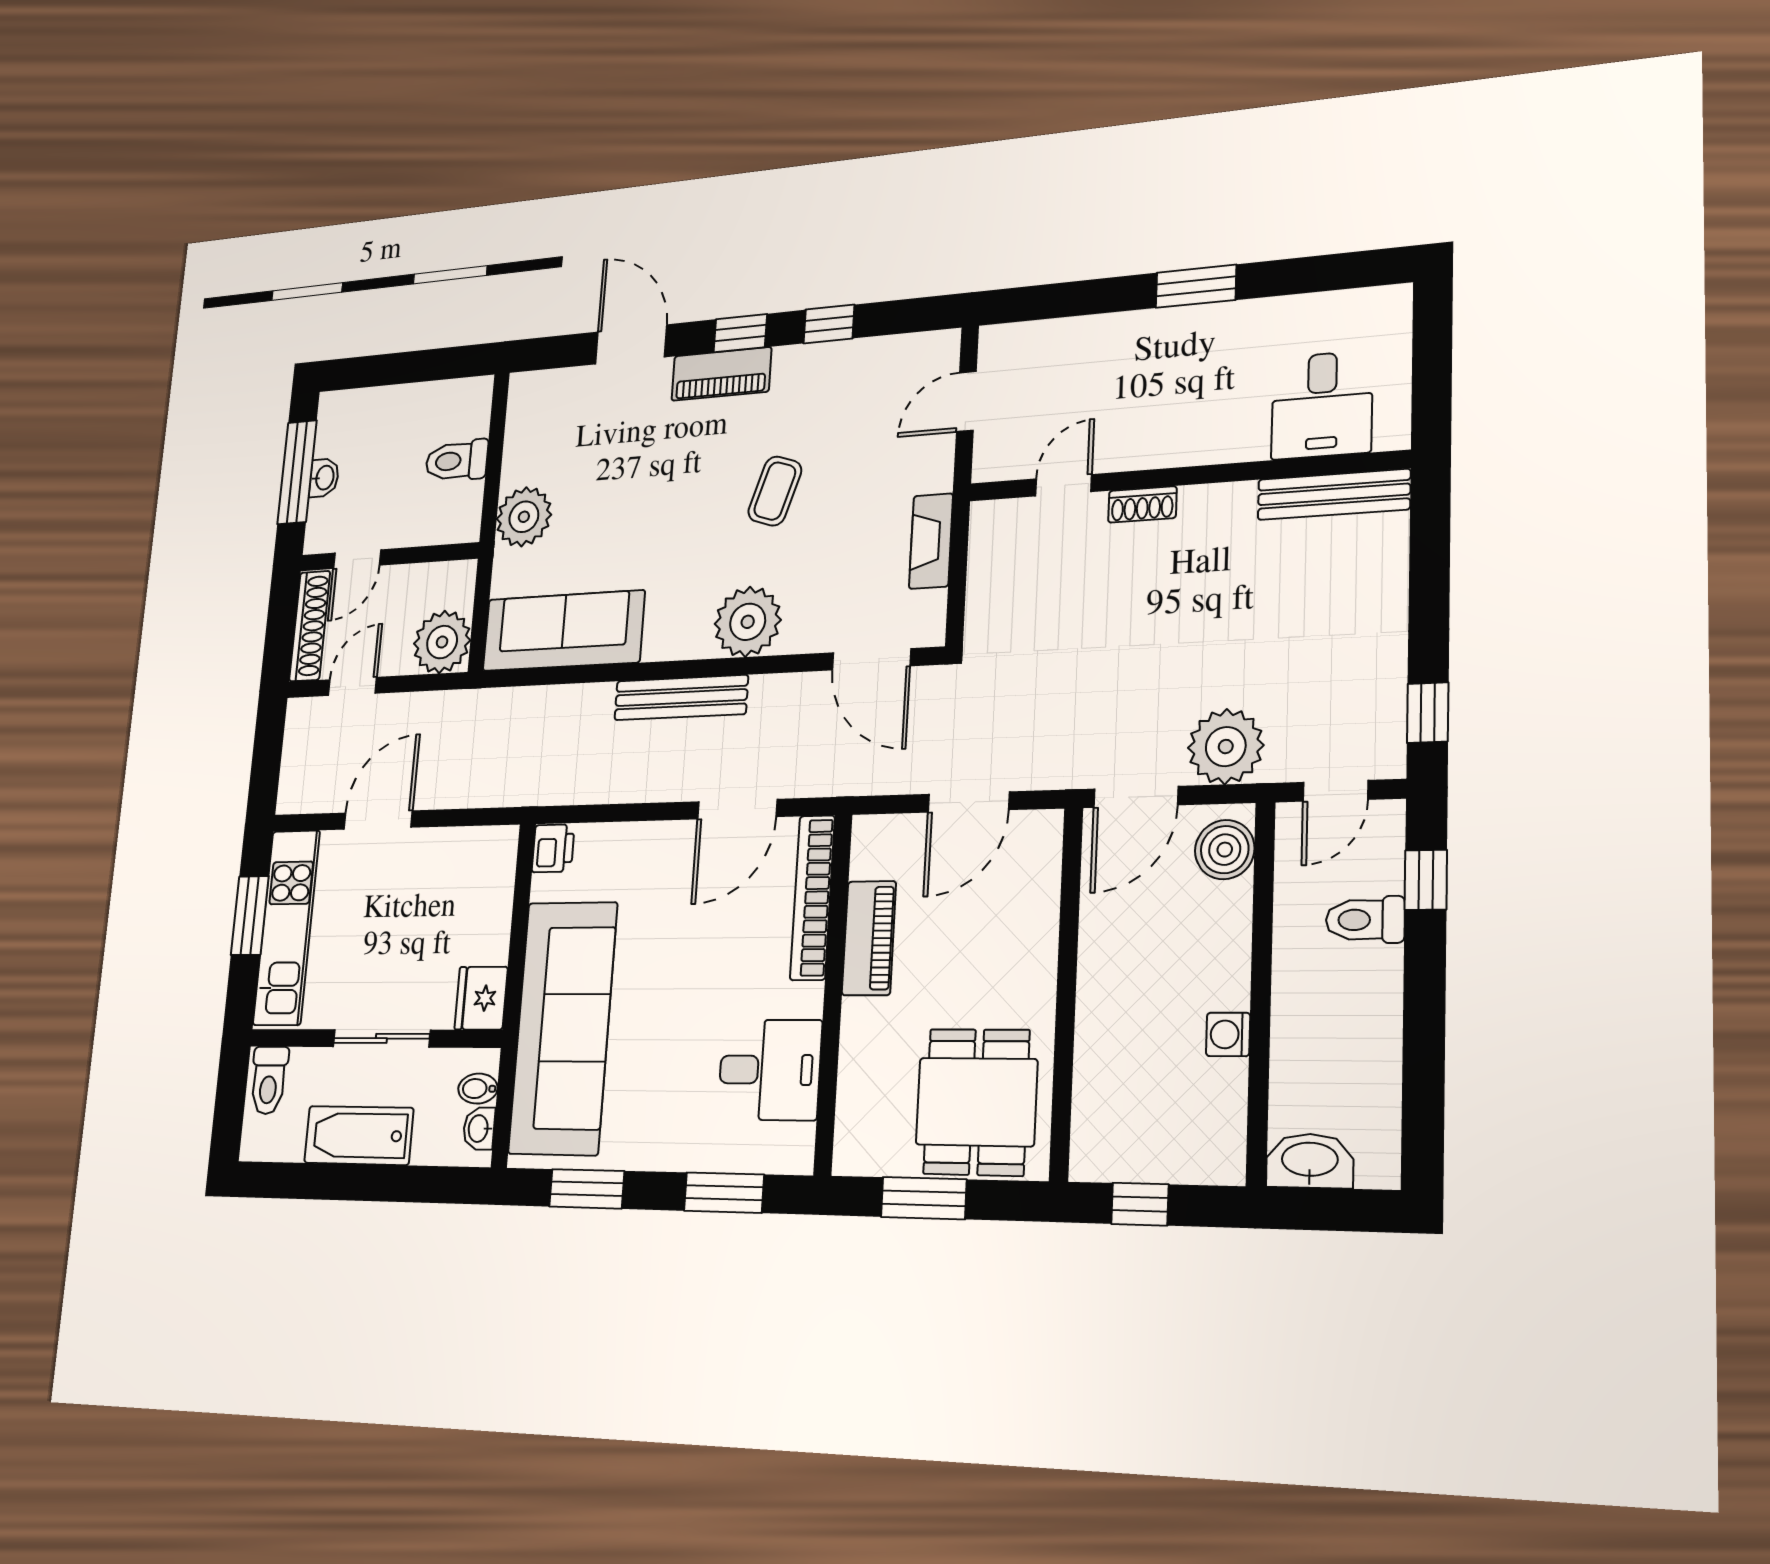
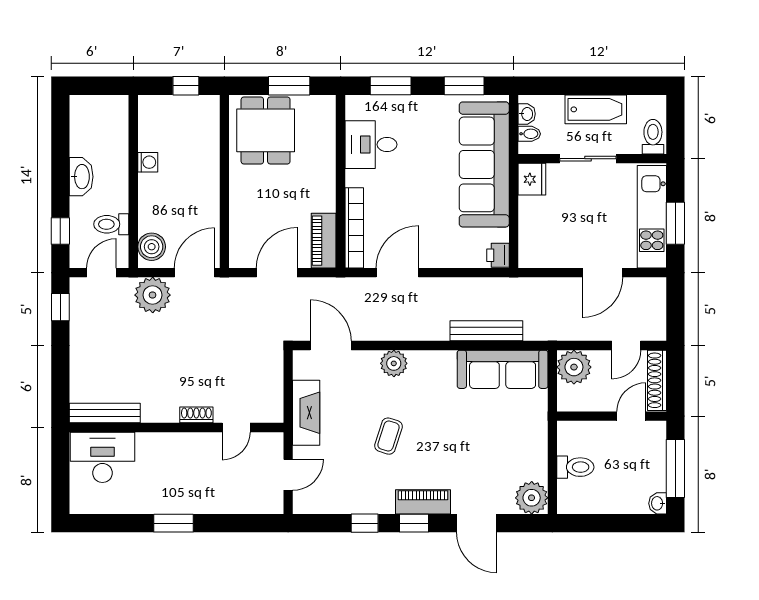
desk: (1322, 405) -> (102, 457), width x1.37
washbasin: (324, 478) -> (658, 503), moved
plant: (524, 517) -> (532, 498), moved
fireplace: (931, 541) -> (306, 413), width x1.37, depth x1.32
plant: (748, 622) -> (394, 363), width x0.73, depth x0.73
bench: (681, 698) -> (486, 331), moved
toilet: (1365, 920) -> (111, 224), moved, turned 180
piano: (869, 938) -> (324, 241), moved
washbasin: (1310, 1161) -> (81, 177), moved, turned -90

